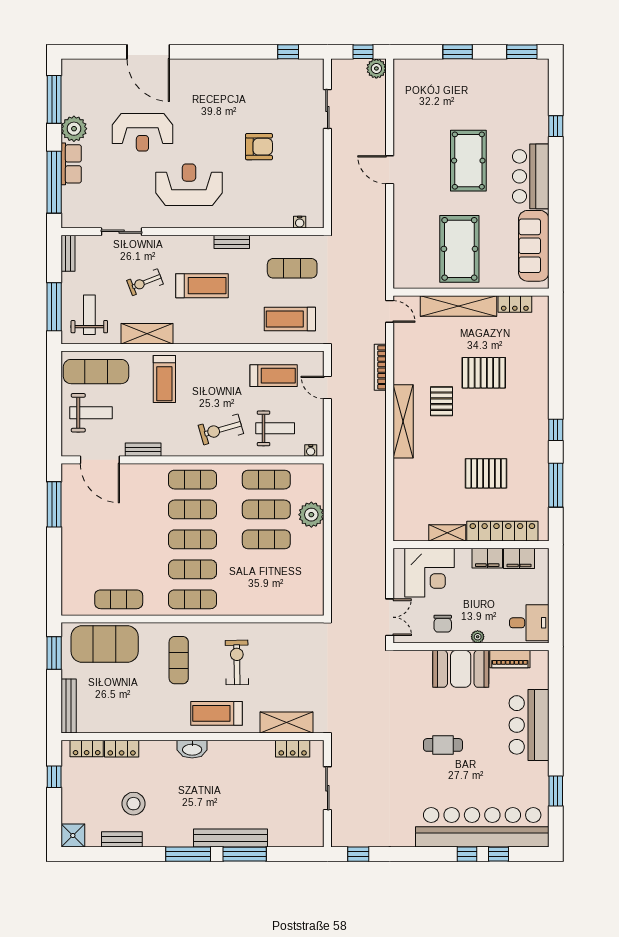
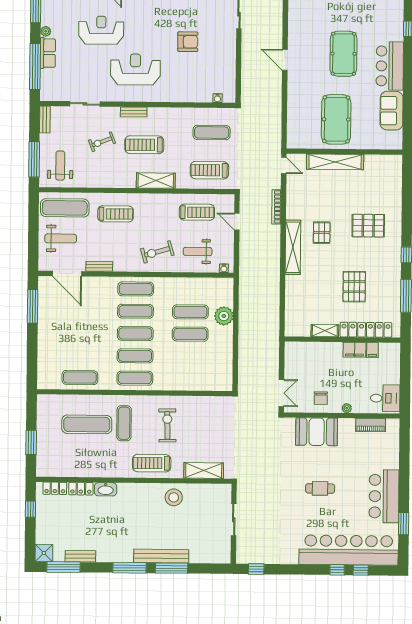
plant: (74, 129) -> (46, 31), width x0.53, depth x0.53
reception desk: (142, 132) -> (101, 30), turned 180
bench: (232, 242) -> (134, 112), moved
sofa: (534, 246) -> (392, 111), width x0.73
treadmill: (202, 286) -> (144, 145), turned 180
locker: (515, 304) -> (377, 161), removed
shelving: (147, 334) -> (156, 181), moved
pallet: (484, 373) -> (368, 226), moved
treadmill: (164, 379) -> (116, 214), turned -90
weight bench: (275, 428) -> (198, 251), turned 180
pallet: (486, 473) -> (354, 287), turned 90
exercise mat: (266, 480) -> (191, 290), removed
filing cabinet: (519, 558) -> (372, 350), width x0.50
corner desk: (429, 573) -> (311, 360), removed
exercise mat: (105, 644) -> (87, 424), moved, width x0.68
window: (54, 653) -> (31, 442), moved
booth: (461, 669) -> (317, 432), moved
bench: (69, 706) -> (42, 457), removed
bar counter: (529, 725) -> (384, 496), moved
washbasin: (192, 749) -> (106, 489), moved
locker: (293, 749) -> (208, 490), removed
stool: (133, 804) -> (174, 497), moved
window: (99, 854) -> (63, 567), added

